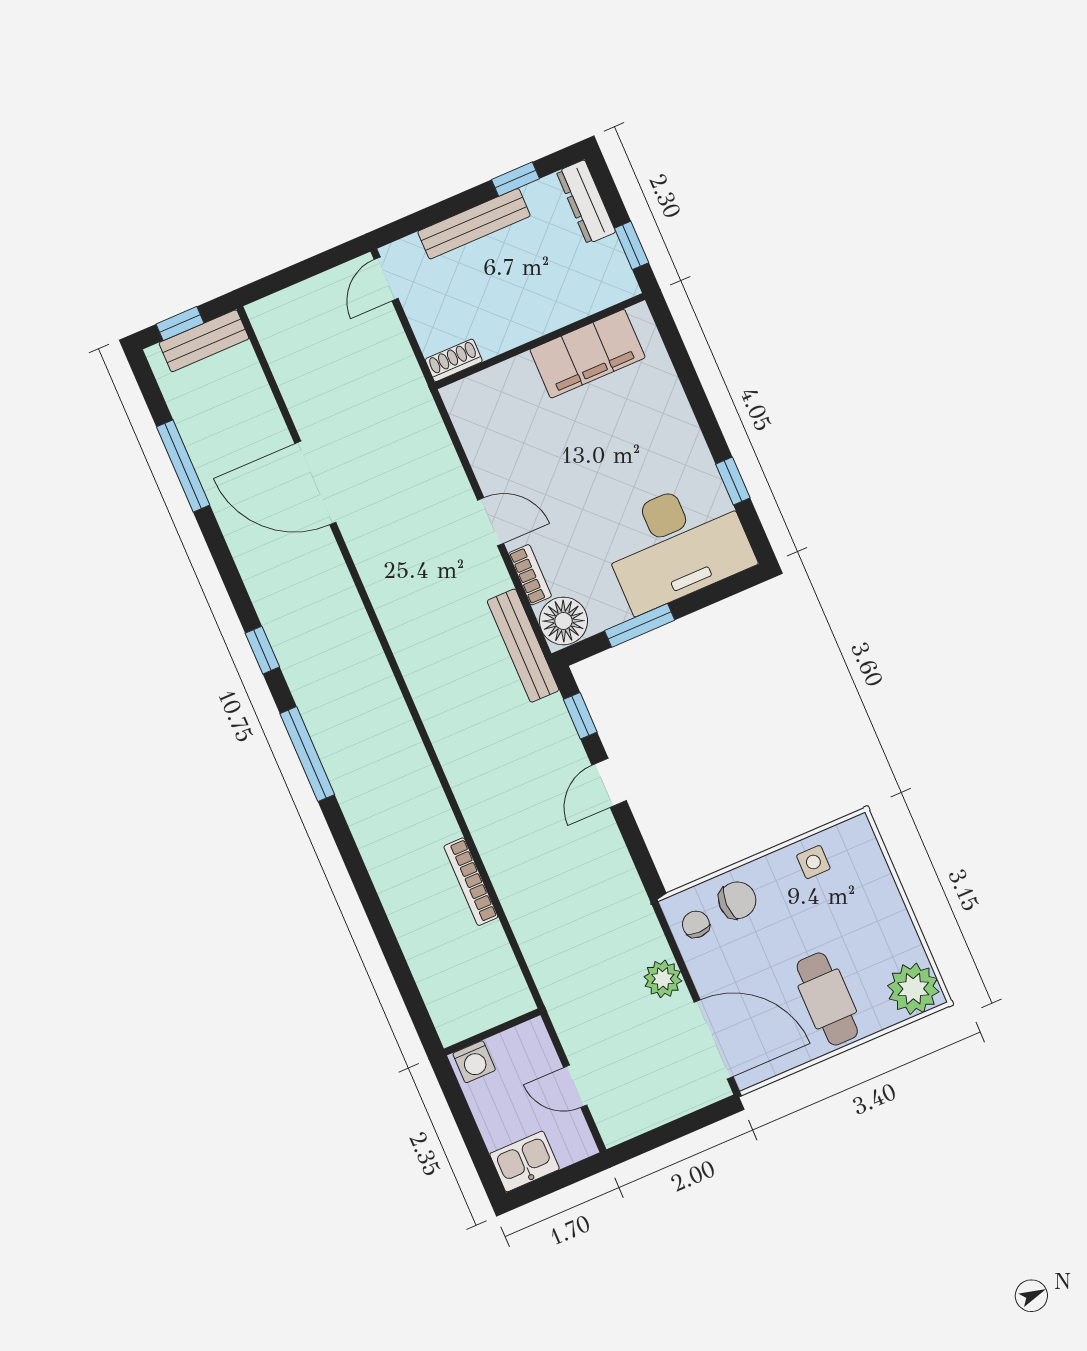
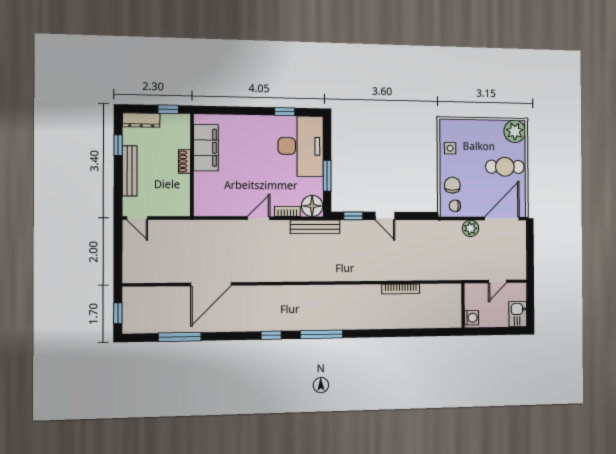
bench: (204, 341) -> (130, 306), removed
shoe rack: (454, 360) -> (184, 161), moved

